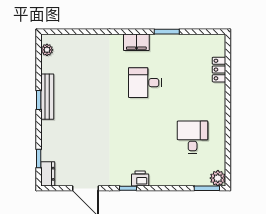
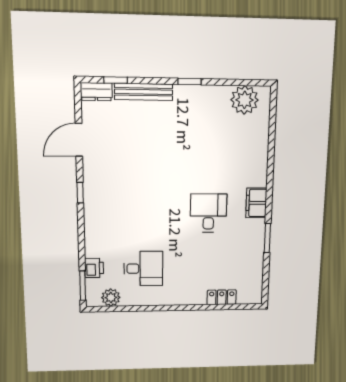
plant: (47, 50) -> (245, 100), width x1.87, depth x1.87
bench: (47, 97) -> (144, 92), moved
printer: (140, 178) -> (94, 268), moved
plant: (218, 178) -> (111, 298), moved

